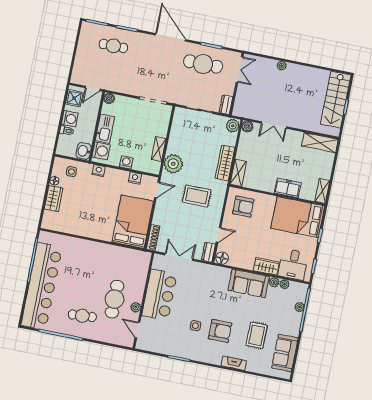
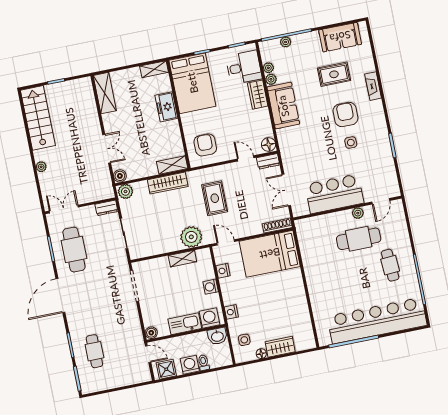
stairs: (336, 100) -> (38, 118), moved, turned -90

